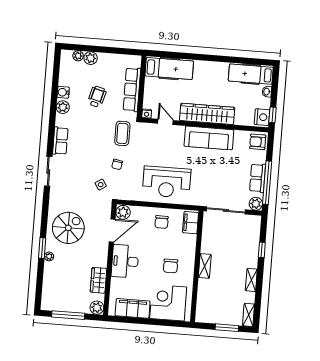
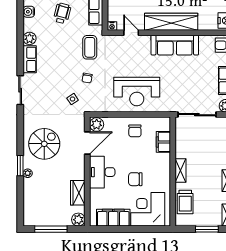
plant: (63, 107) -> (30, 38), moved
filing cabinet: (191, 223) -> (163, 142), moved
chair: (171, 266) -> (135, 179), moved, turned 90
trolley: (207, 298) -> (185, 202), added

